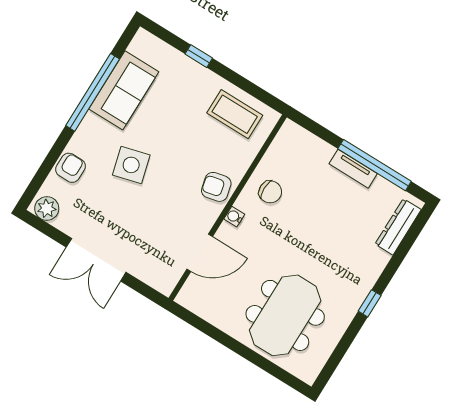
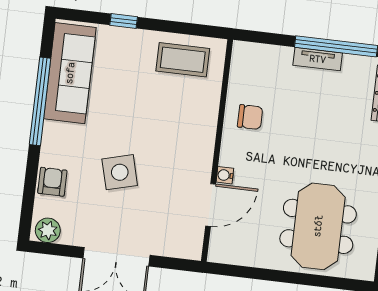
sofa: (124, 90) -> (70, 73), width x1.36
side table: (131, 165) -> (120, 172), moved
armchair: (216, 187) -> (197, 136), removed
water cooler: (234, 217) -> (225, 175), moved

